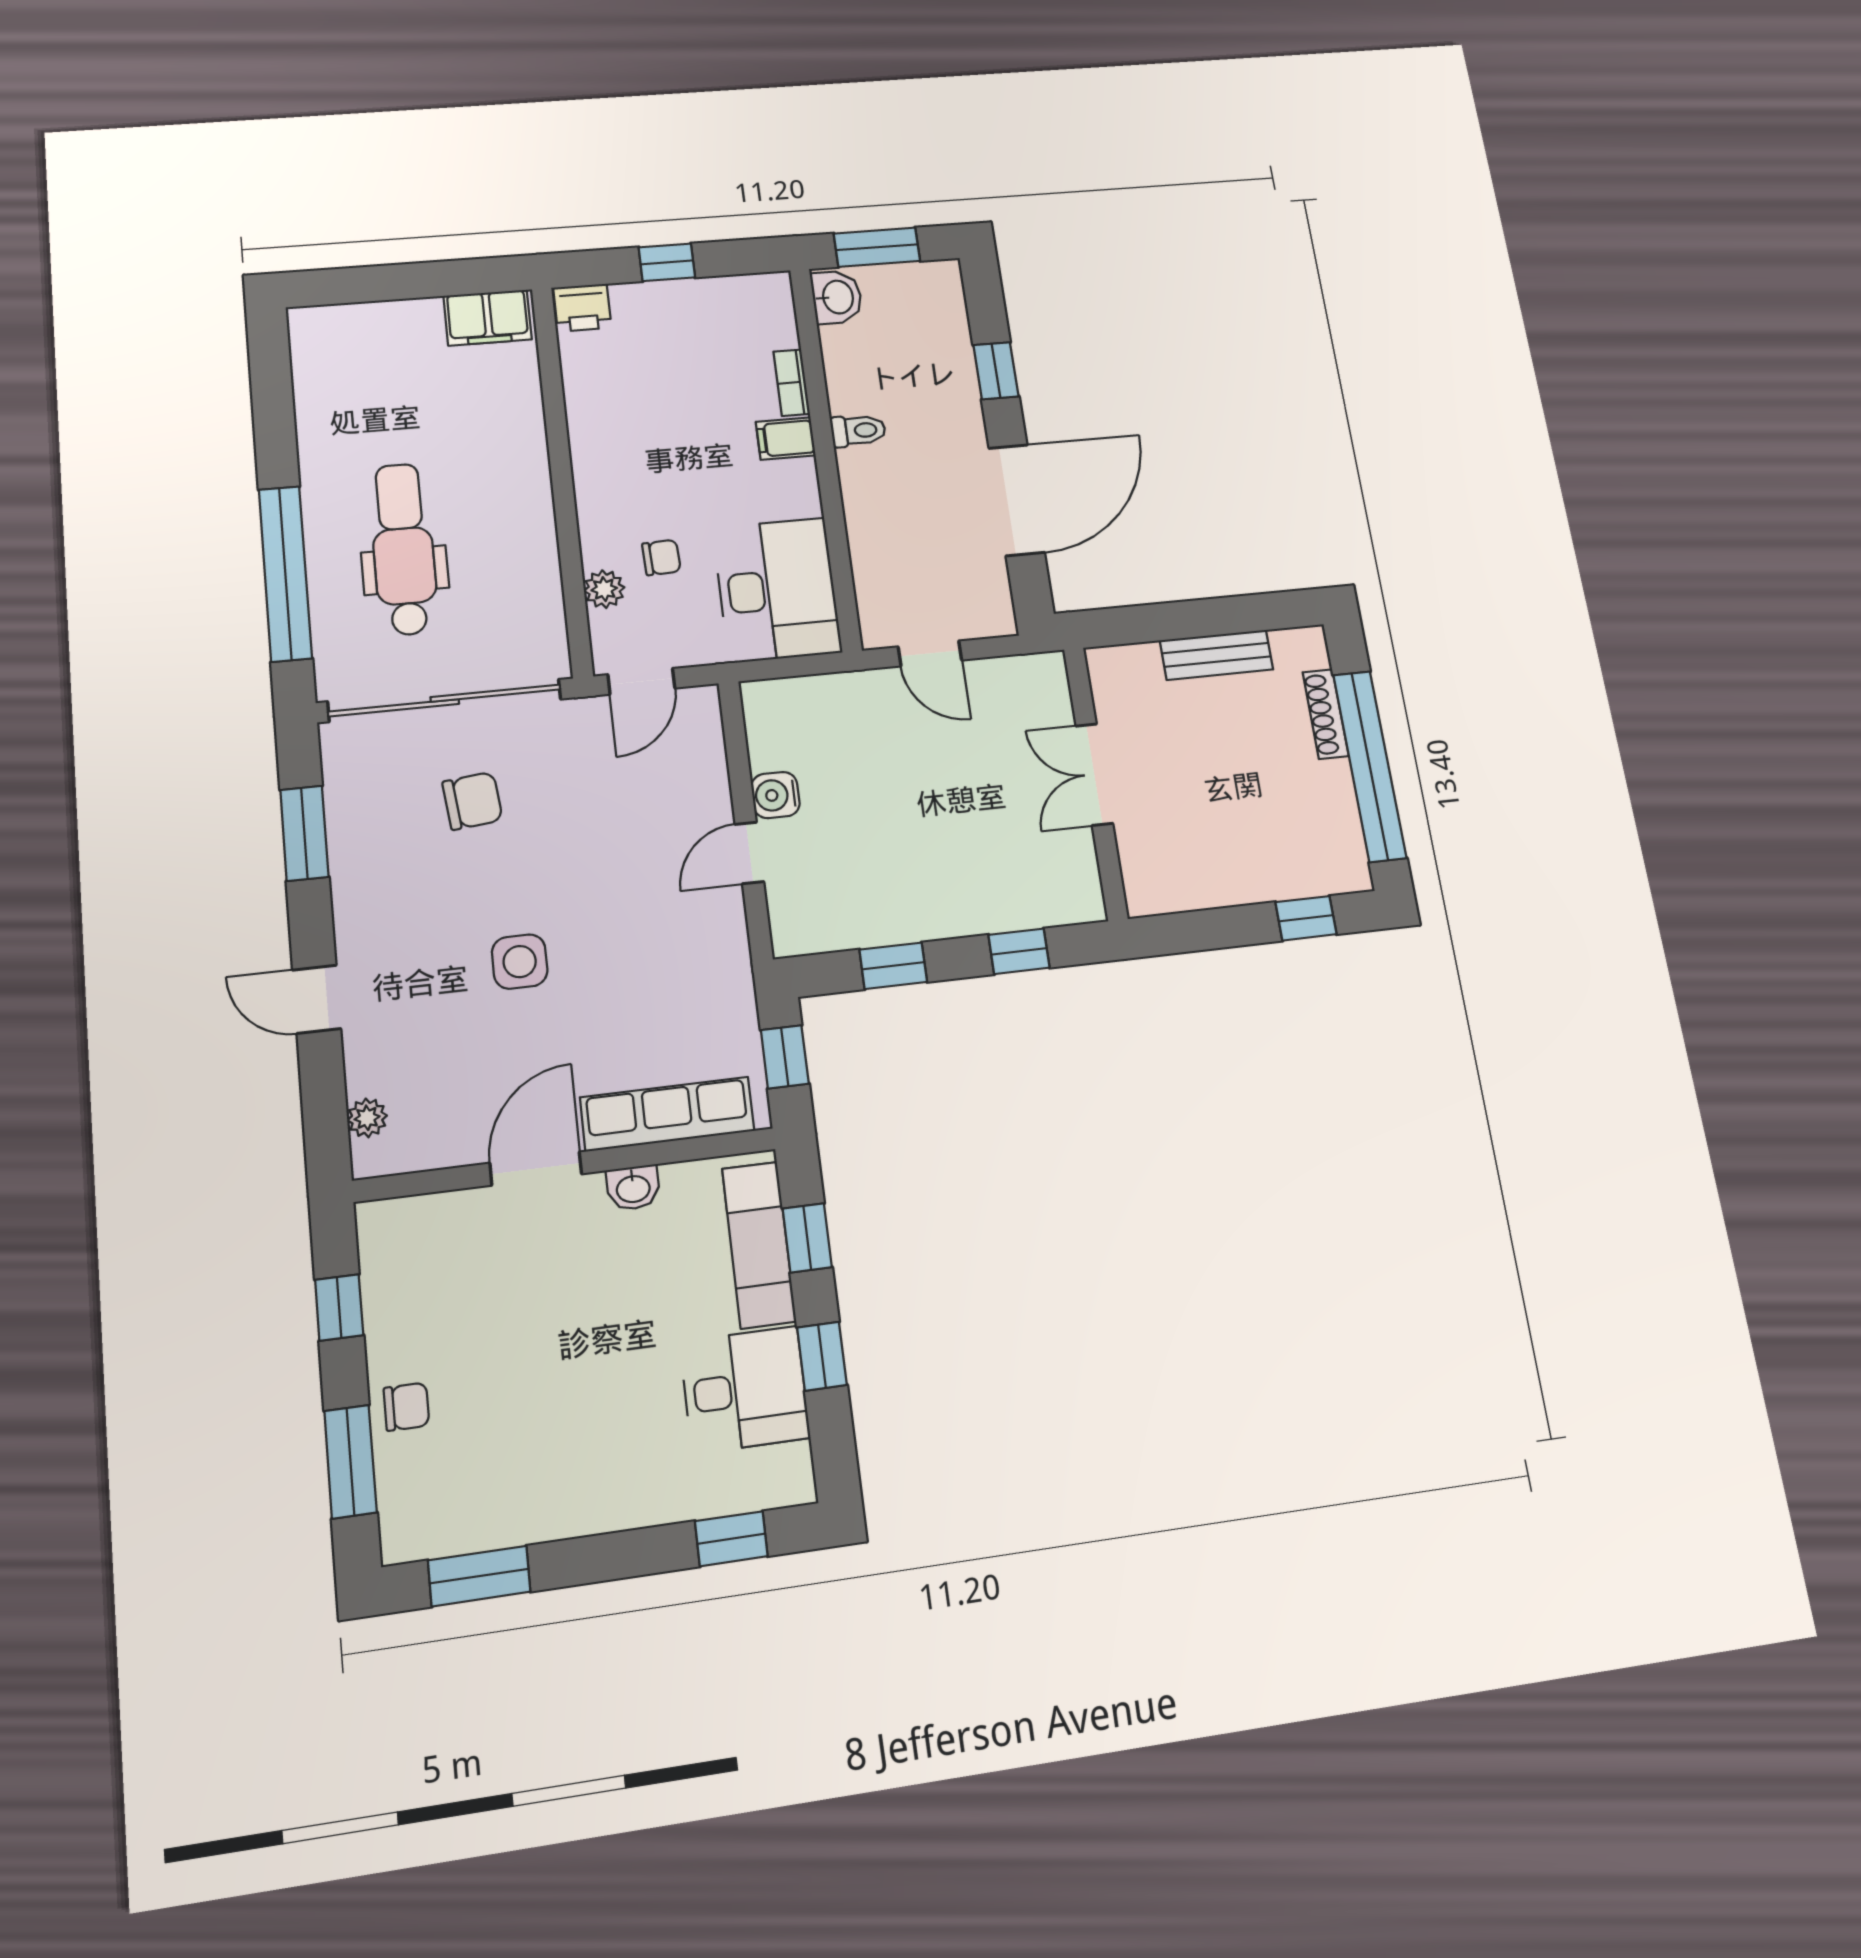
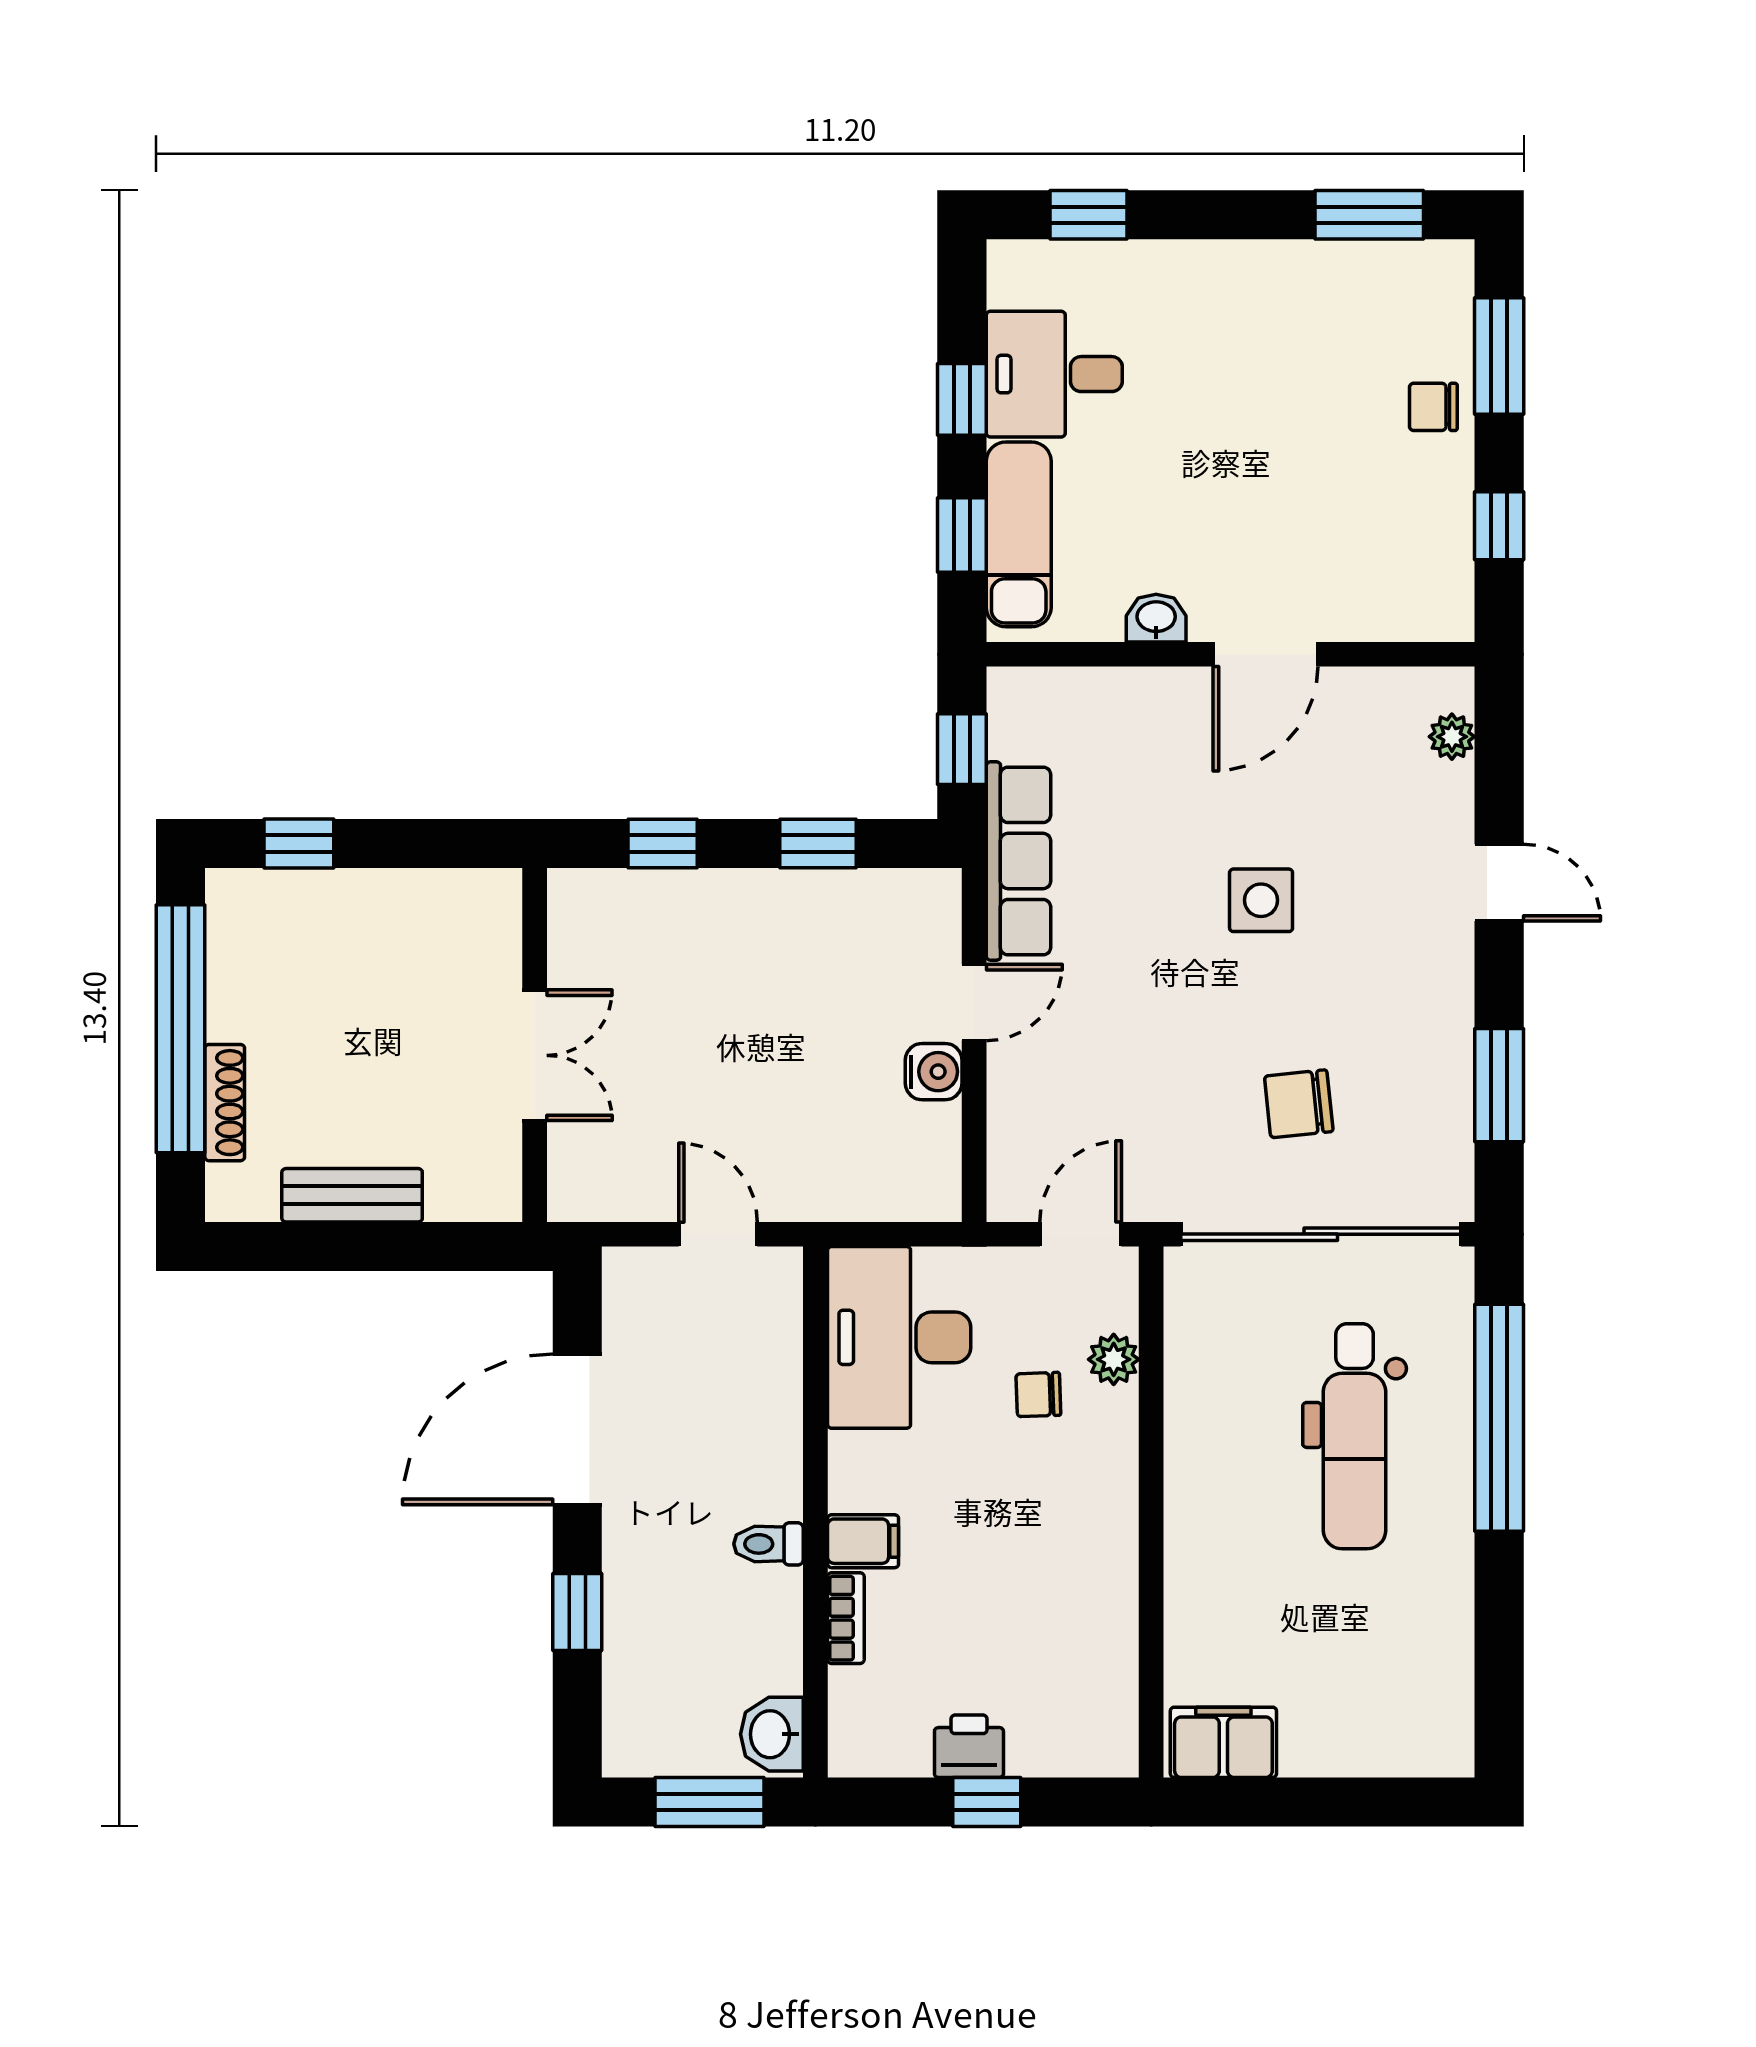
printer: (582, 308) -> (969, 1746), moved
row of seats: (667, 1114) -> (1018, 861), moved, turned -90

